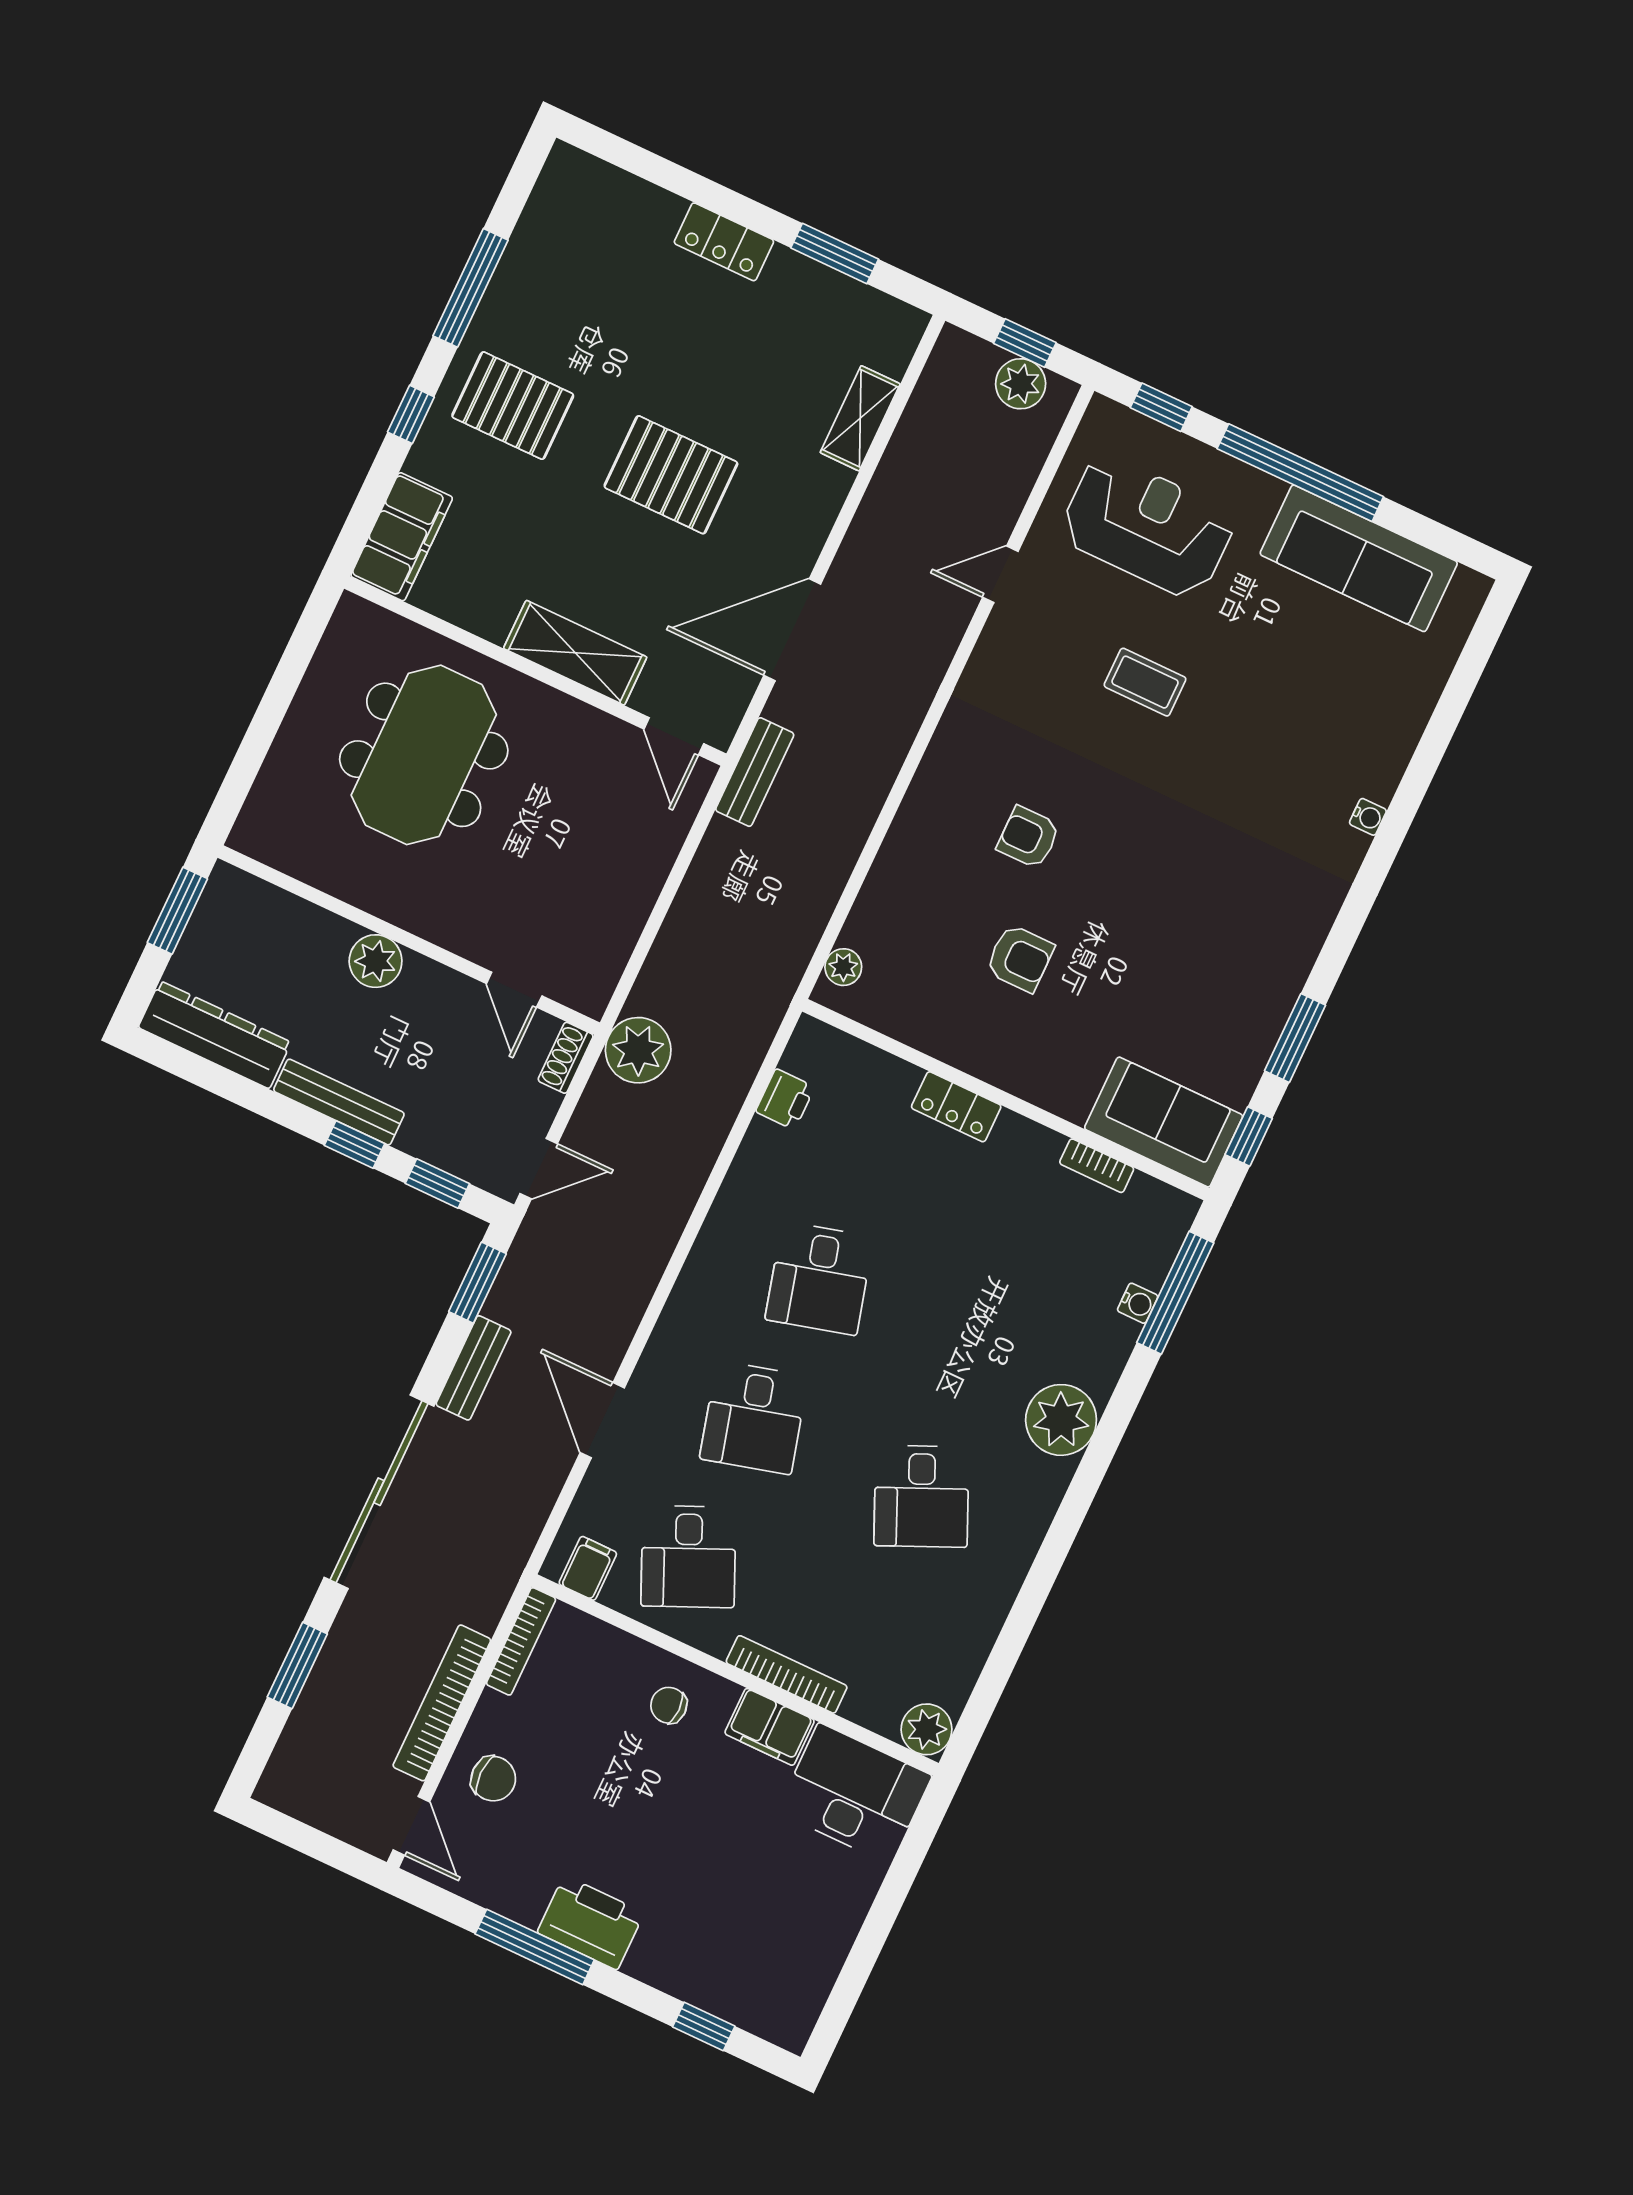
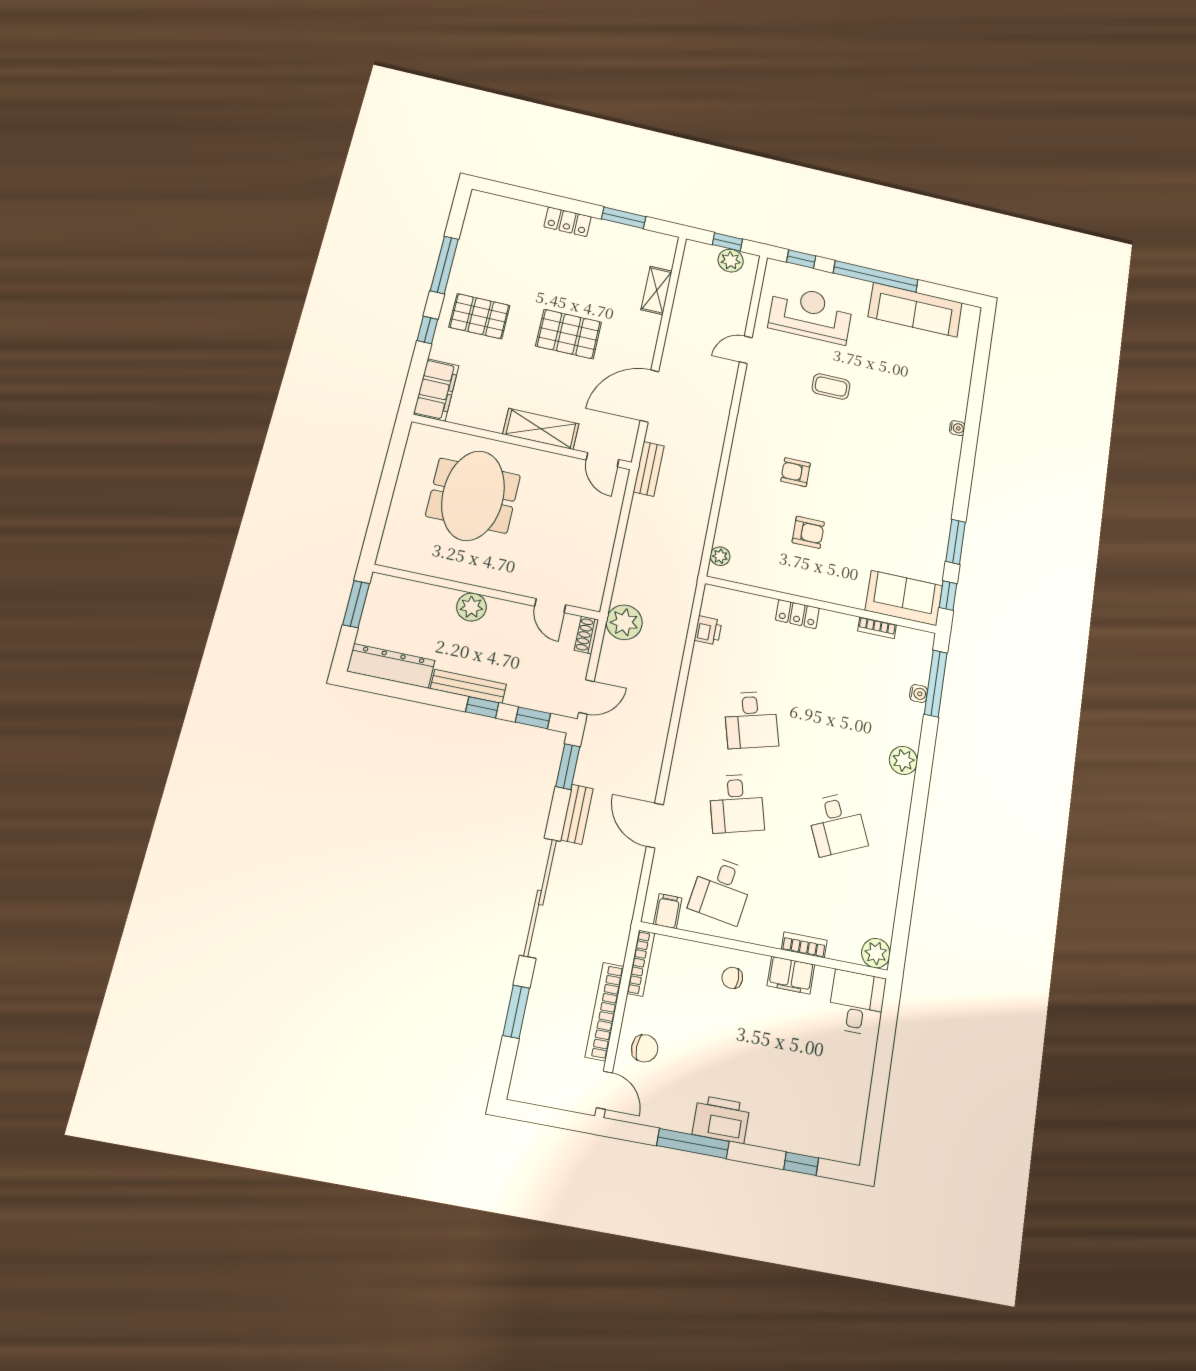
plant: (1061, 1420) -> (903, 760), width x0.73, depth x0.73
desk: (688, 1557) -> (721, 890), turned 33
bookcase: (787, 1674) -> (804, 945), width x0.64
desk: (854, 1794) -> (857, 1003), width x0.73

